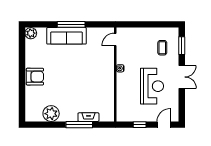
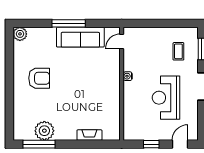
sofa: (67, 36) -> (80, 37), moved
armchair: (35, 77) -> (39, 78), moved
reception desk: (152, 86) -> (166, 98), turned 180
window: (79, 125) -> (39, 144), moved

